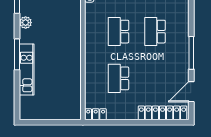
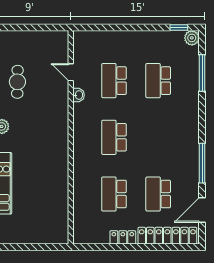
school desk: (155, 32) -> (158, 194), moved
locker: (96, 114) -> (123, 237), moved

